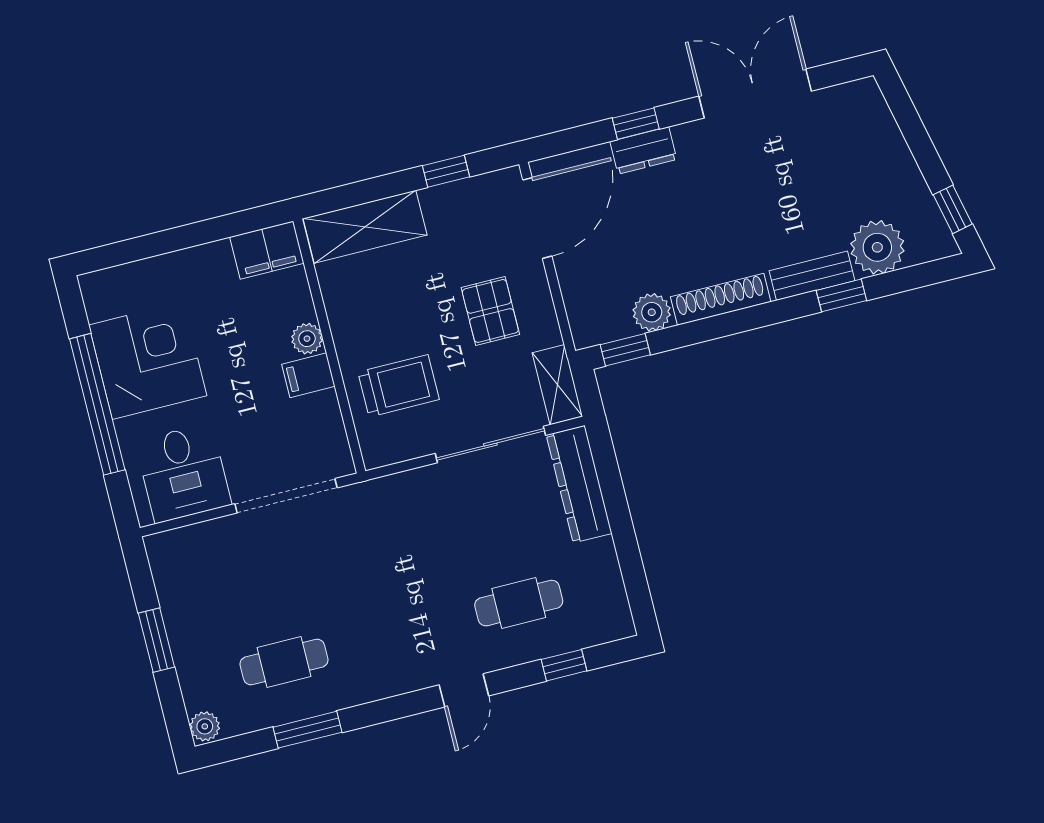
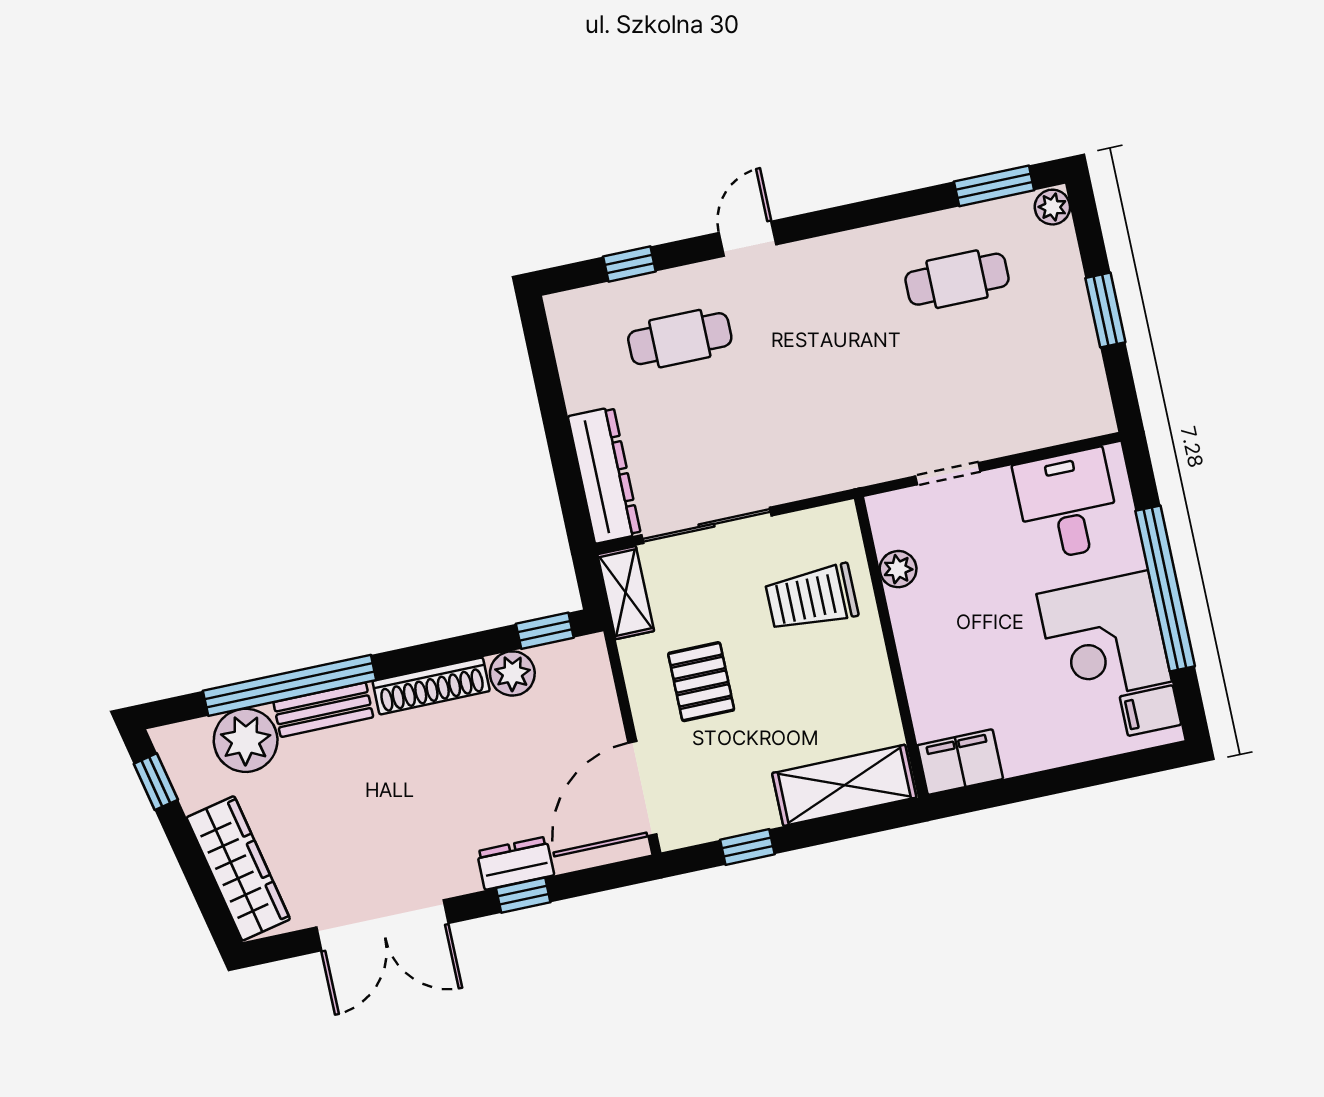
wardrobe: (880, 138) -> (238, 868), added
window: (841, 295) -> (290, 685), width x3.17
plant: (307, 339) -> (898, 569), moved
filing cabinet: (308, 375) -> (1150, 711), moved, turned 180
doorway: (286, 496) -> (948, 474), width x0.53
window: (307, 730) -> (994, 186), moved

